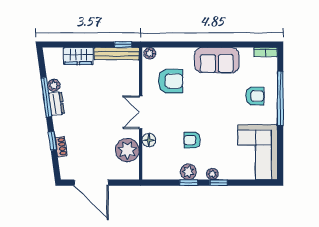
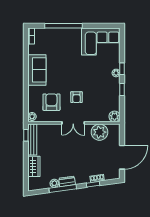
armchair: (255, 96) -> (62, 43), removed
floor lamp: (149, 140) -> (93, 117), removed
armchair: (192, 140) -> (76, 97), moved
plant: (188, 172) -> (115, 116), moved

